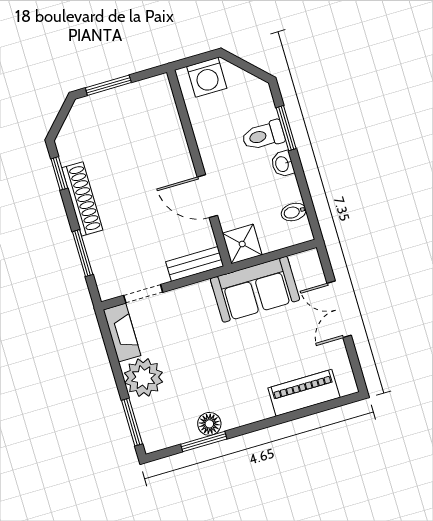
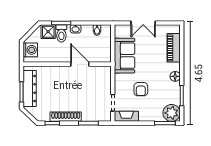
dresser: (121, 101) -> (30, 88), added
door: (207, 196) -> (80, 64), swing flipped
shower: (242, 244) -> (48, 32), moved
bench: (195, 264) -> (107, 78), removed
armchair: (191, 347) -> (141, 89), added
plant: (143, 378) -> (172, 113), moved
floor lamp: (209, 424) -> (175, 76), moved

